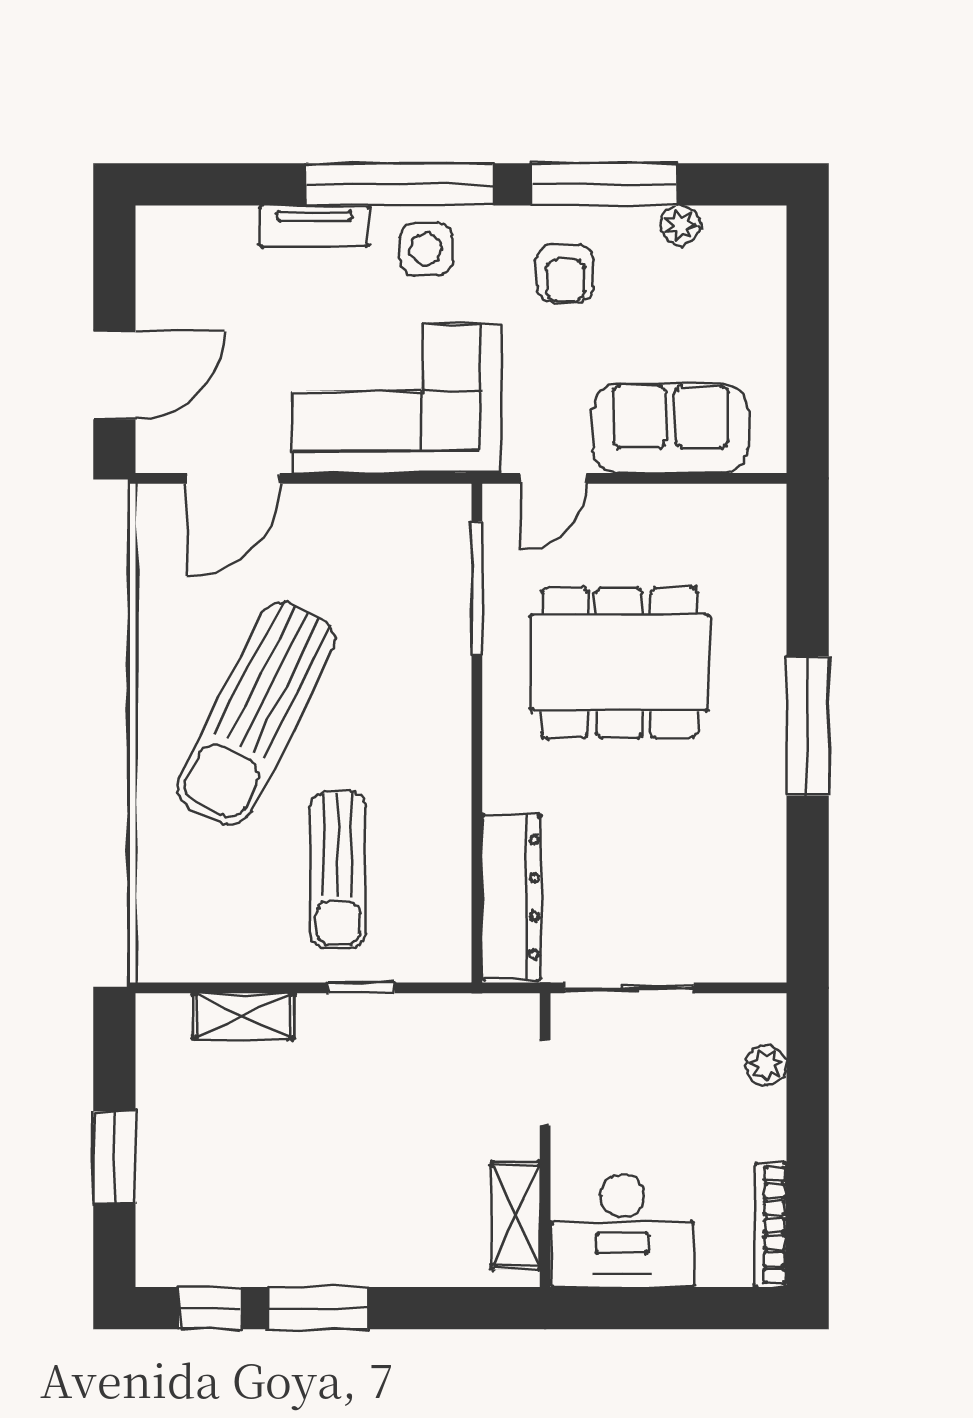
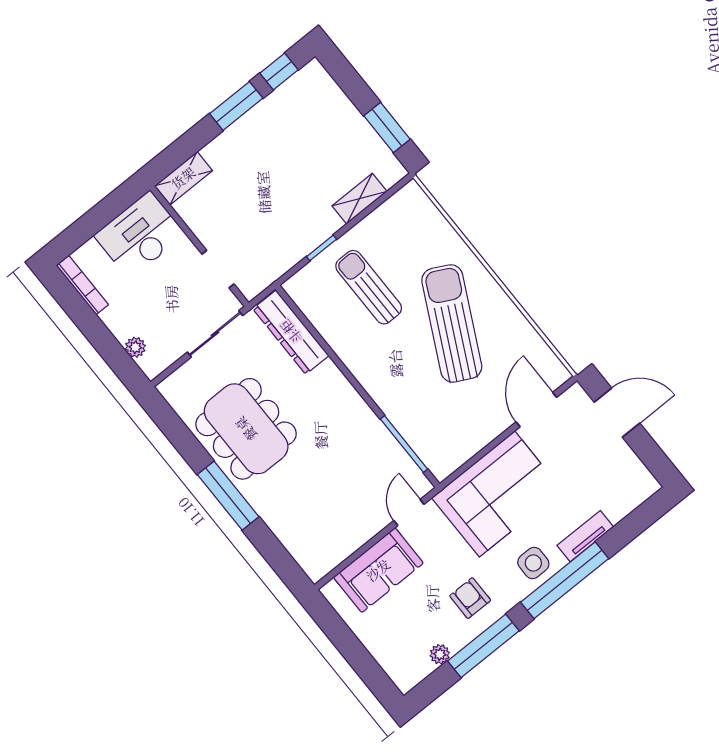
door: (114, 375) -> (617, 413), swing flipped
dining table: (619, 663) -> (246, 429), moved, turned 90
window: (114, 1158) -> (387, 127), moved
shelving: (516, 1215) -> (183, 178), moved, turned 90

